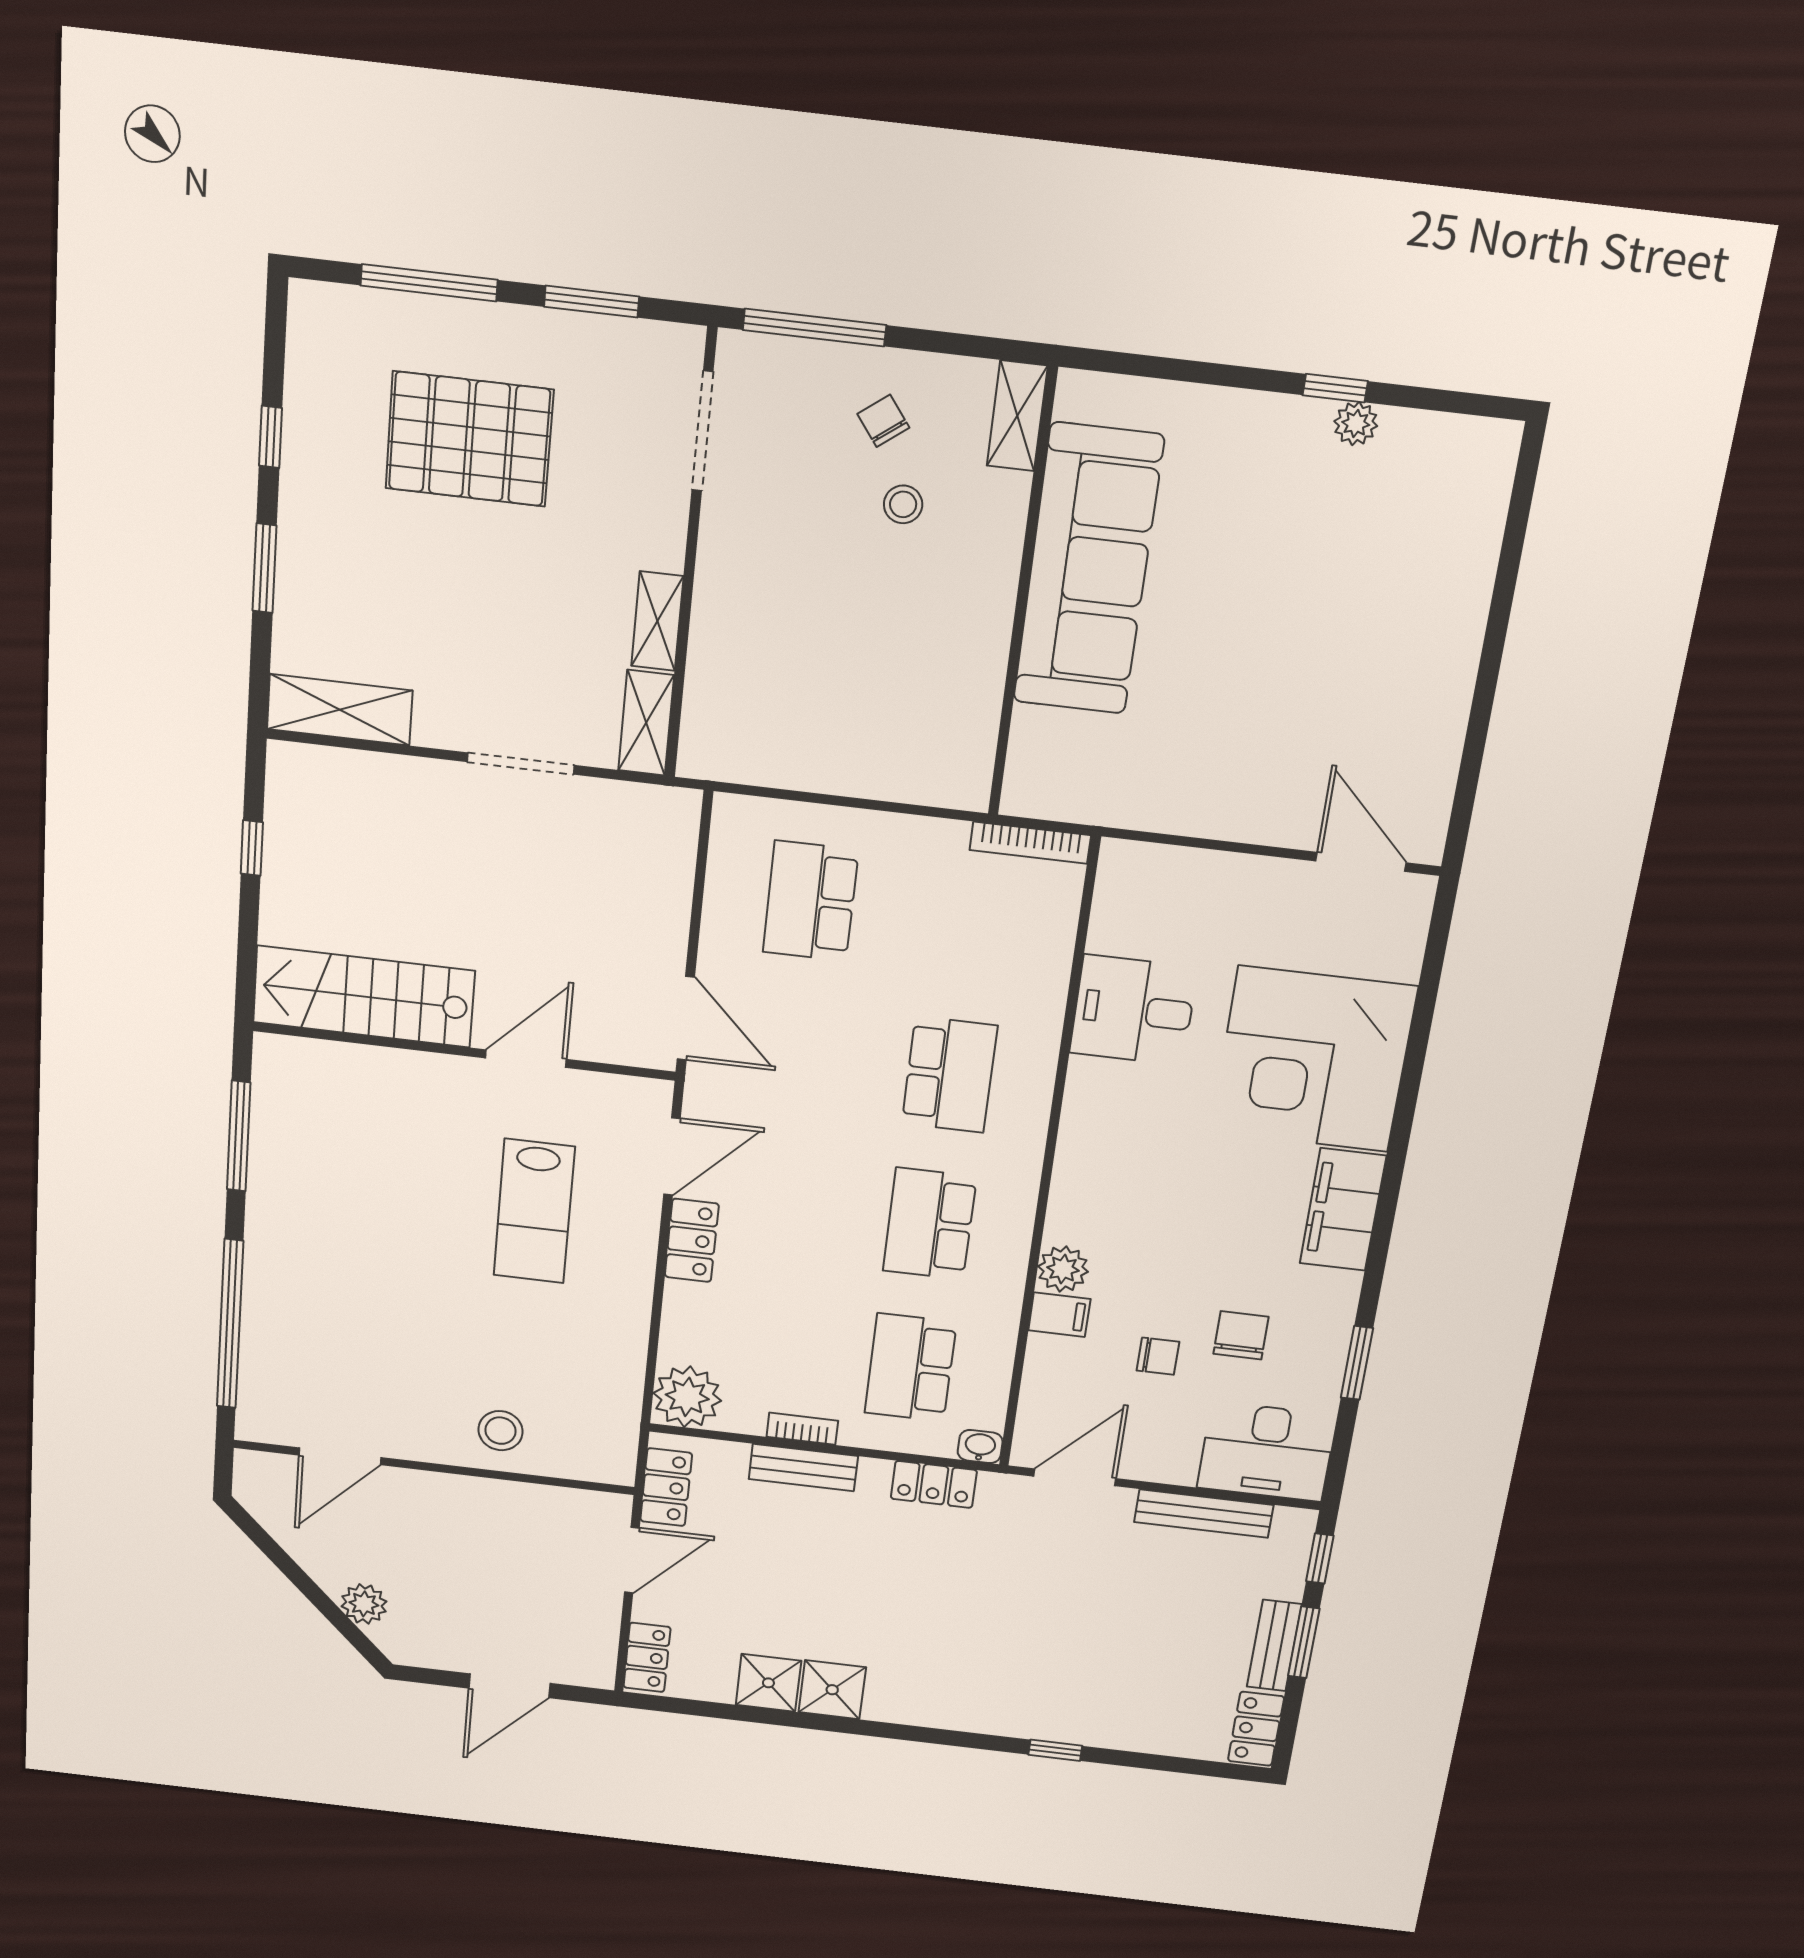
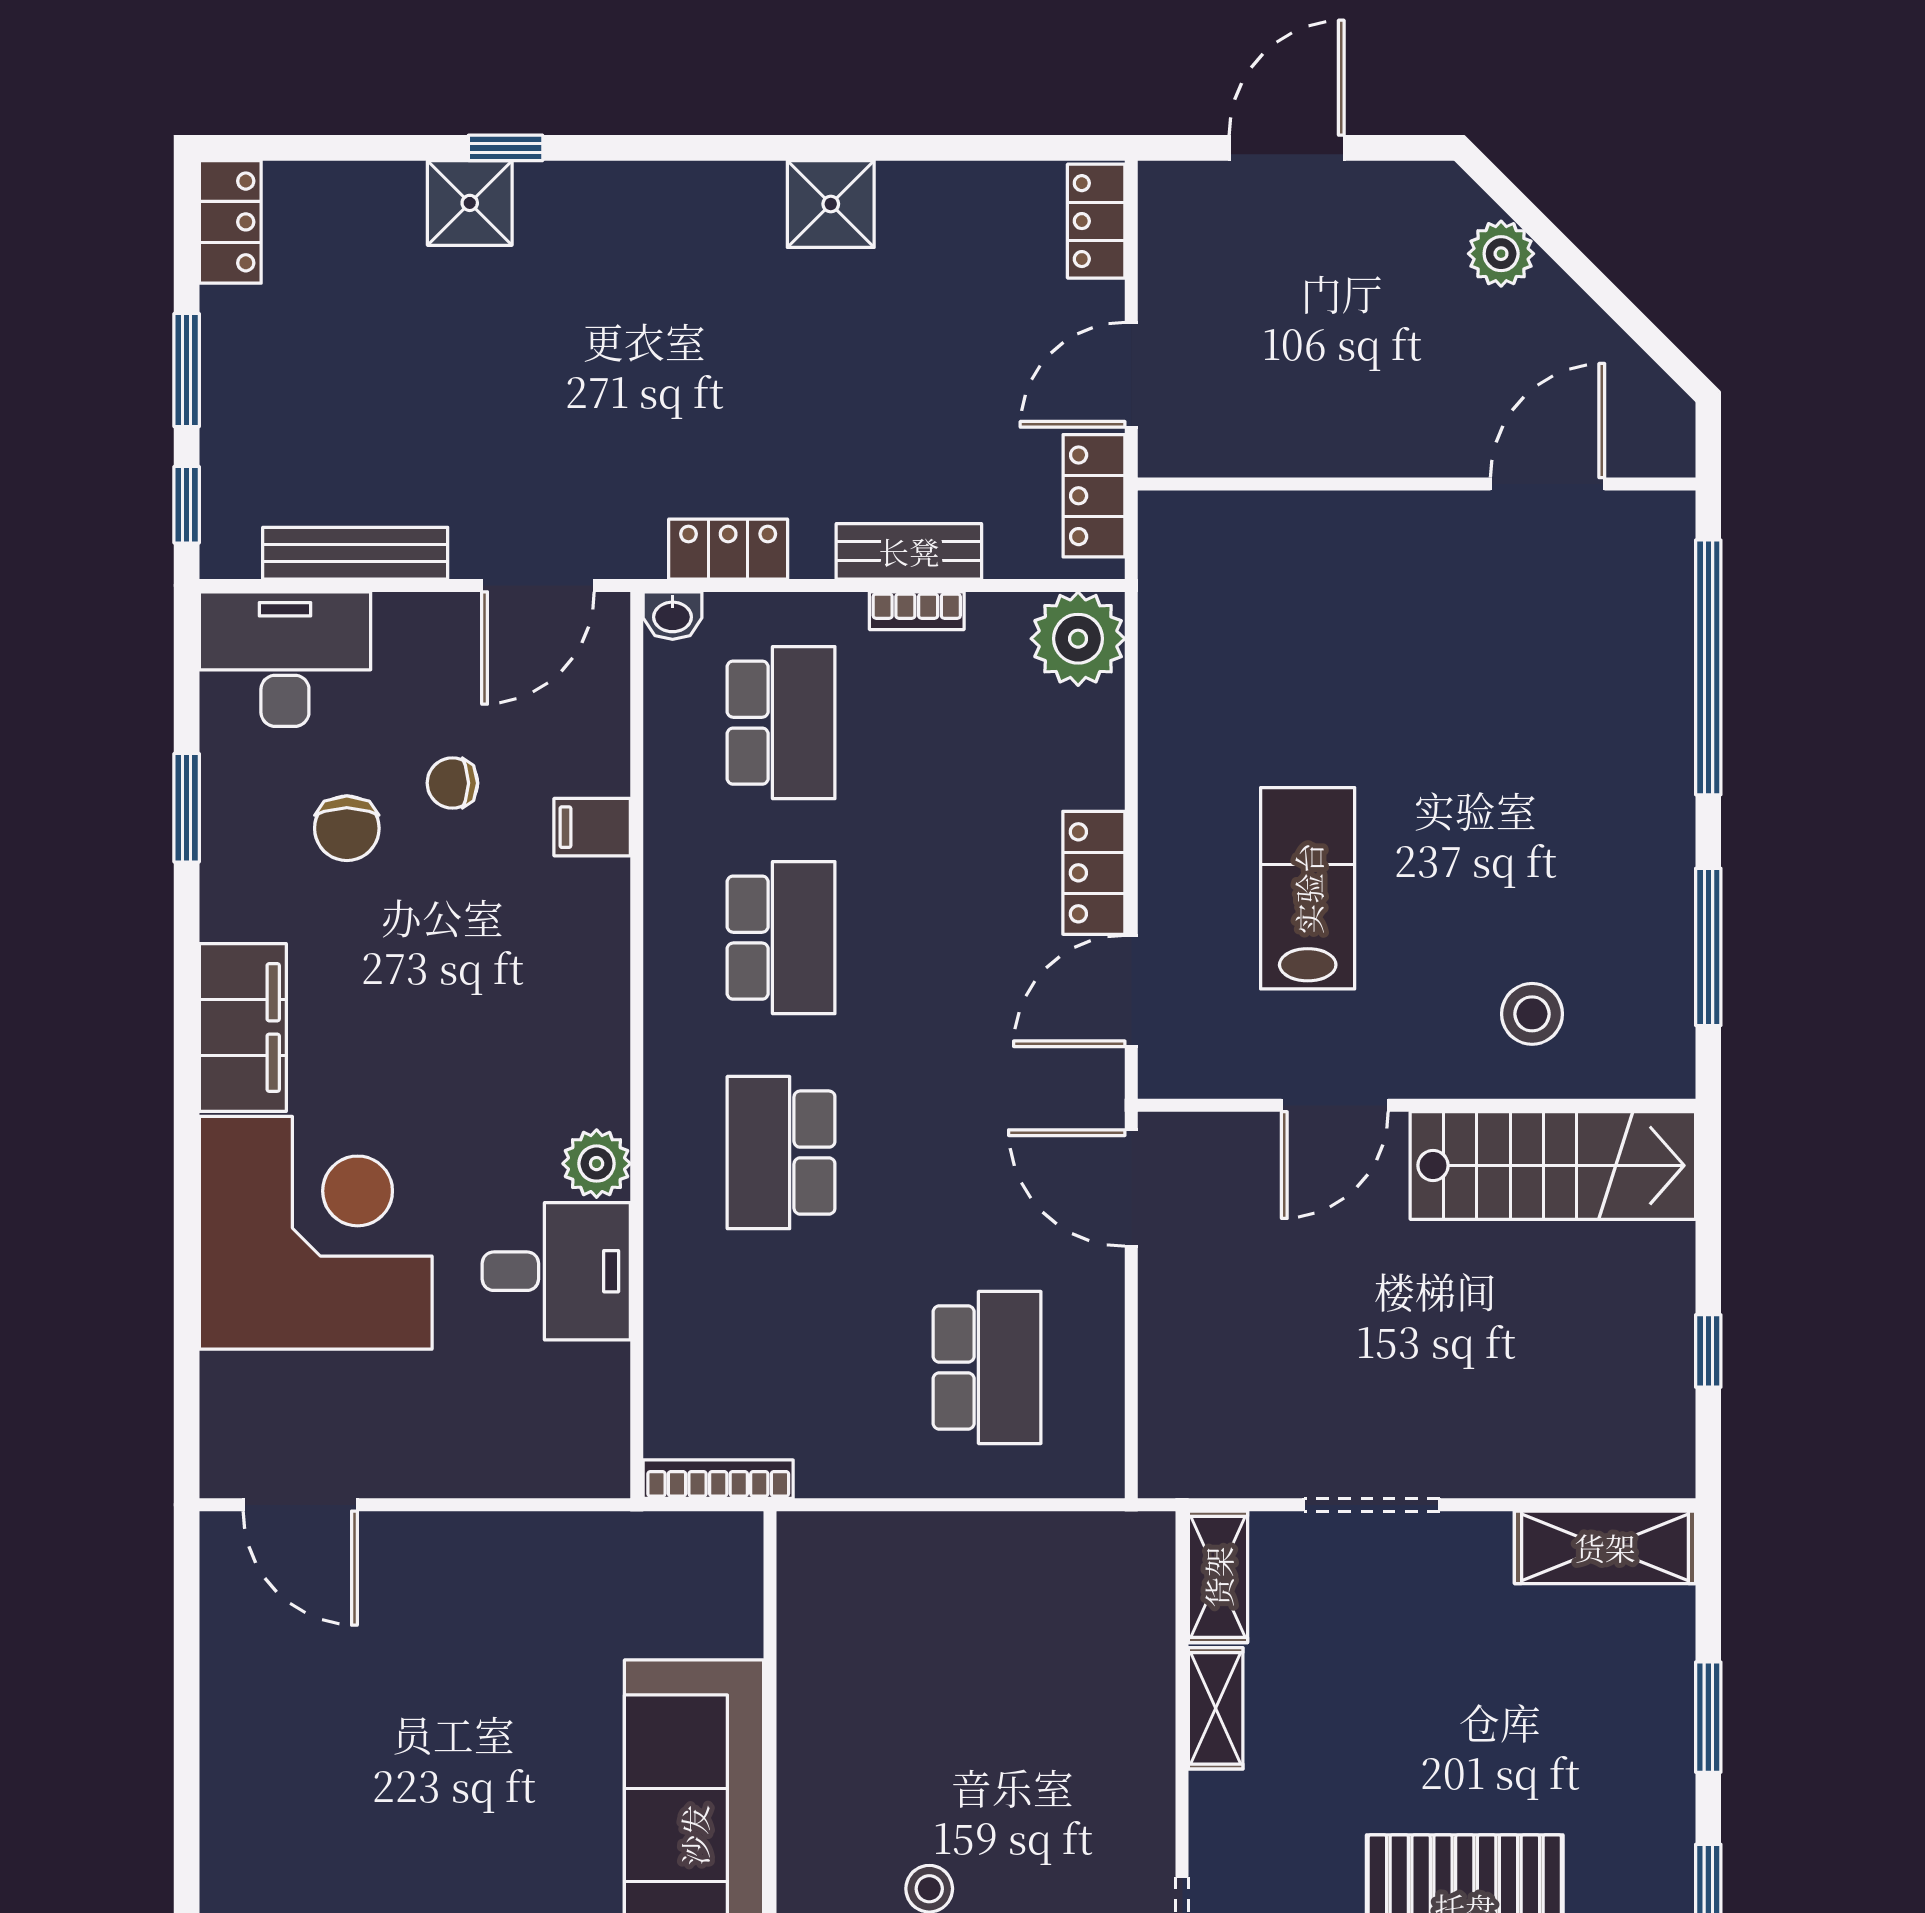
plant: (1063, 1269) -> (597, 1164), moved
stool: (501, 1431) -> (1532, 1014), moved
bench: (1274, 1646) -> (226, 359), removed
shower: (768, 1683) -> (470, 203), moved

